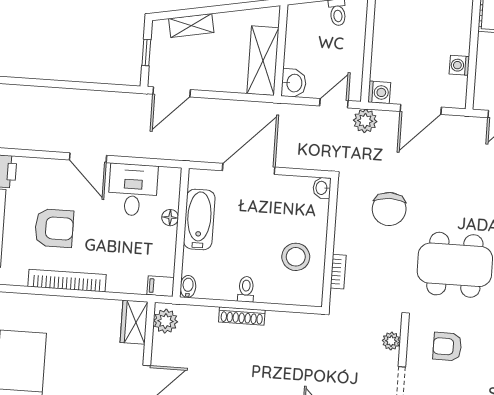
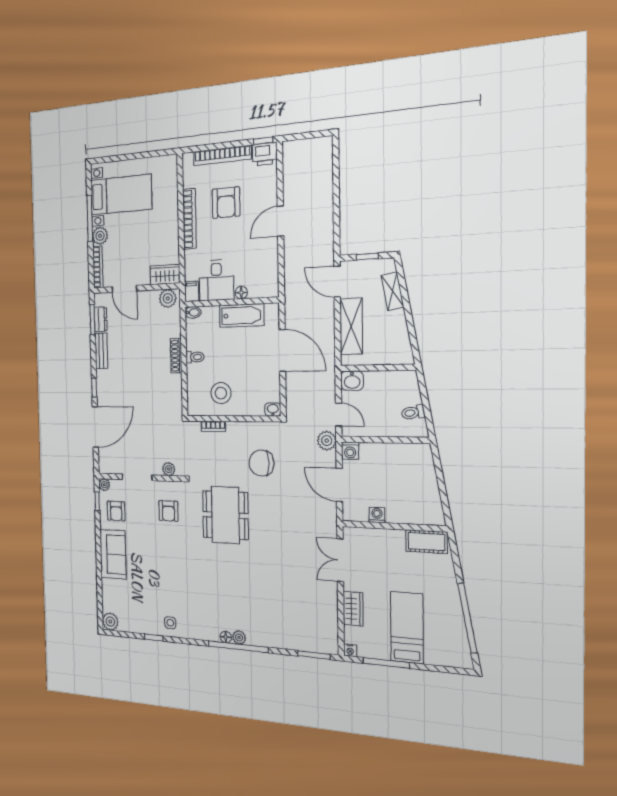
shelving: (263, 61) -> (351, 326), moved, turned 90
desk: (133, 190) -> (216, 280), moved, turned 90
armchair: (447, 347) -> (168, 511), turned 180

